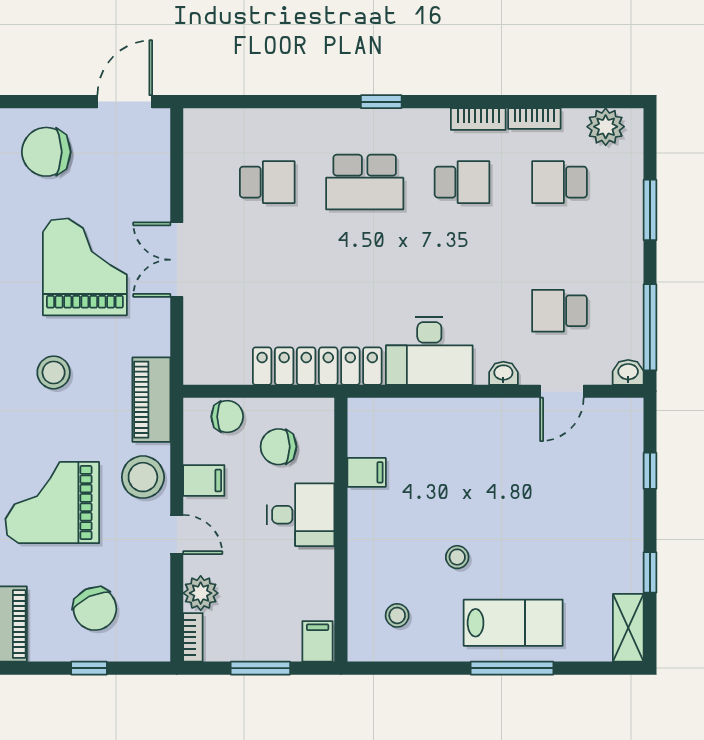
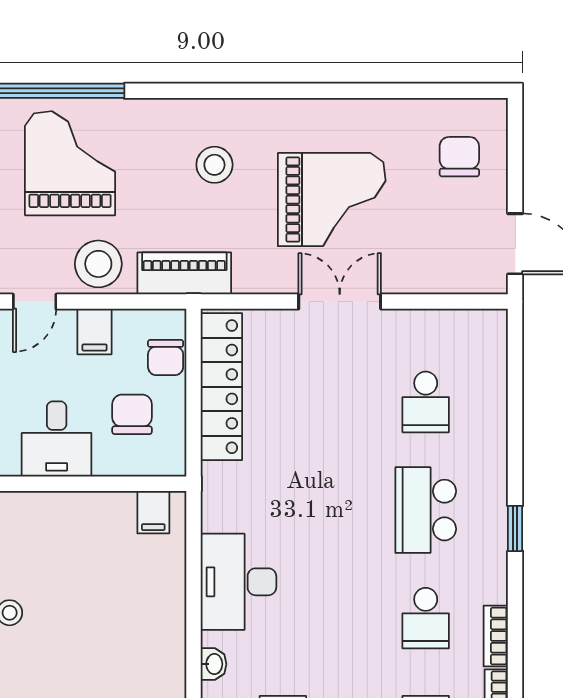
chair: (46, 152) -> (459, 157), width x0.73, depth x0.73
locker: (317, 366) -> (221, 387), moved
filing cabinet: (367, 472) -> (153, 512), moved

